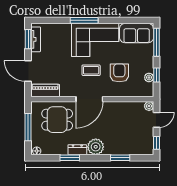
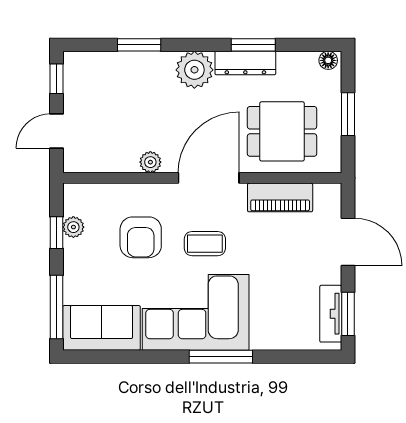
piano: (45, 91) -> (280, 197), moved
plant: (149, 106) -> (150, 162), moved
window: (28, 127) -> (348, 114), width x0.69
dresser: (77, 150) -> (245, 63), width x1.44

